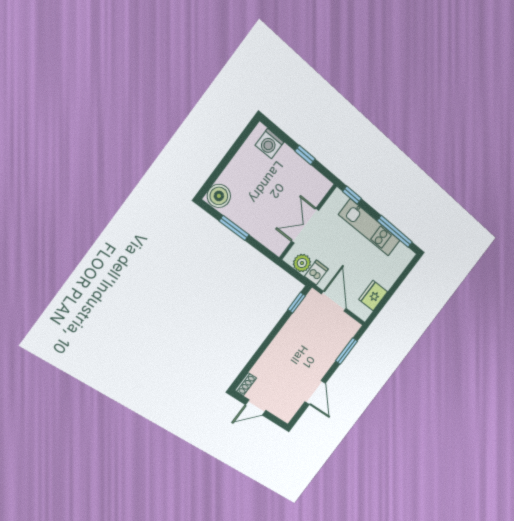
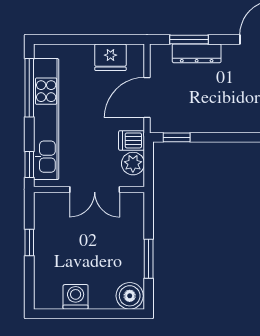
washing machine: (270, 144) -> (76, 297), moved, turned -90
kitchen unit: (370, 228) -> (46, 119), width x1.36
dresser: (335, 350) -> (197, 53), added

